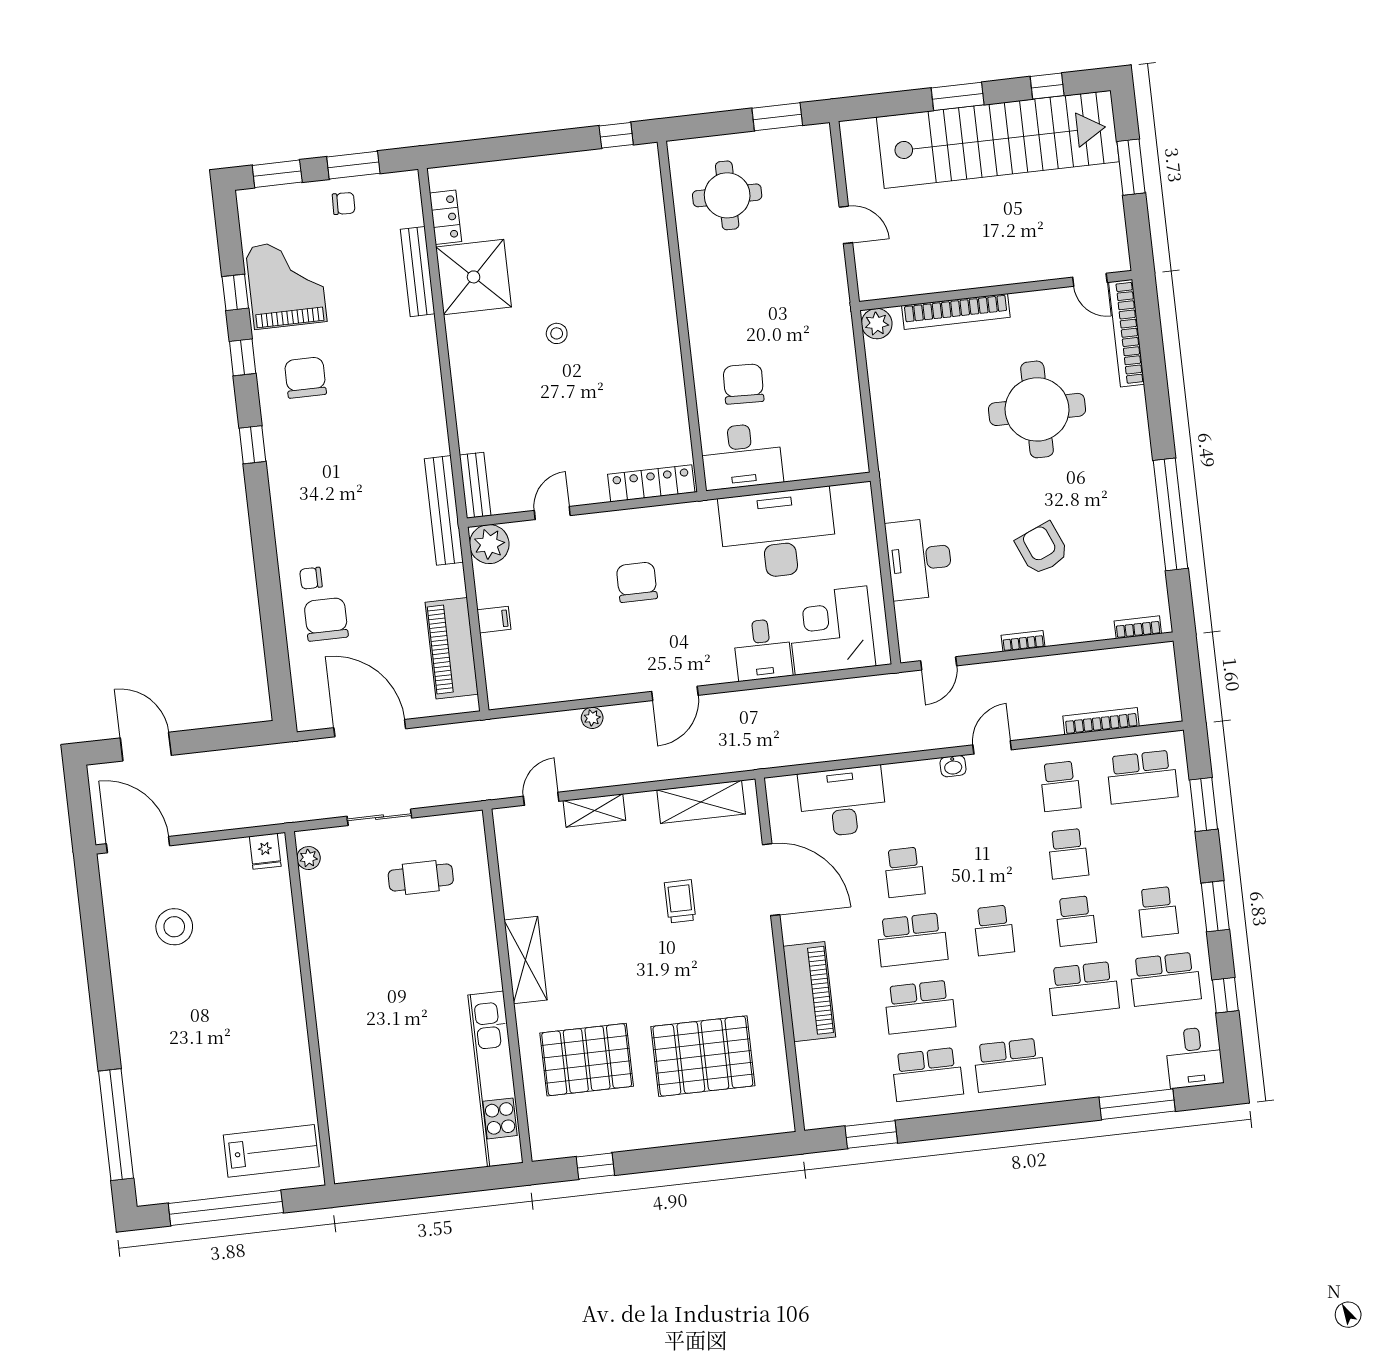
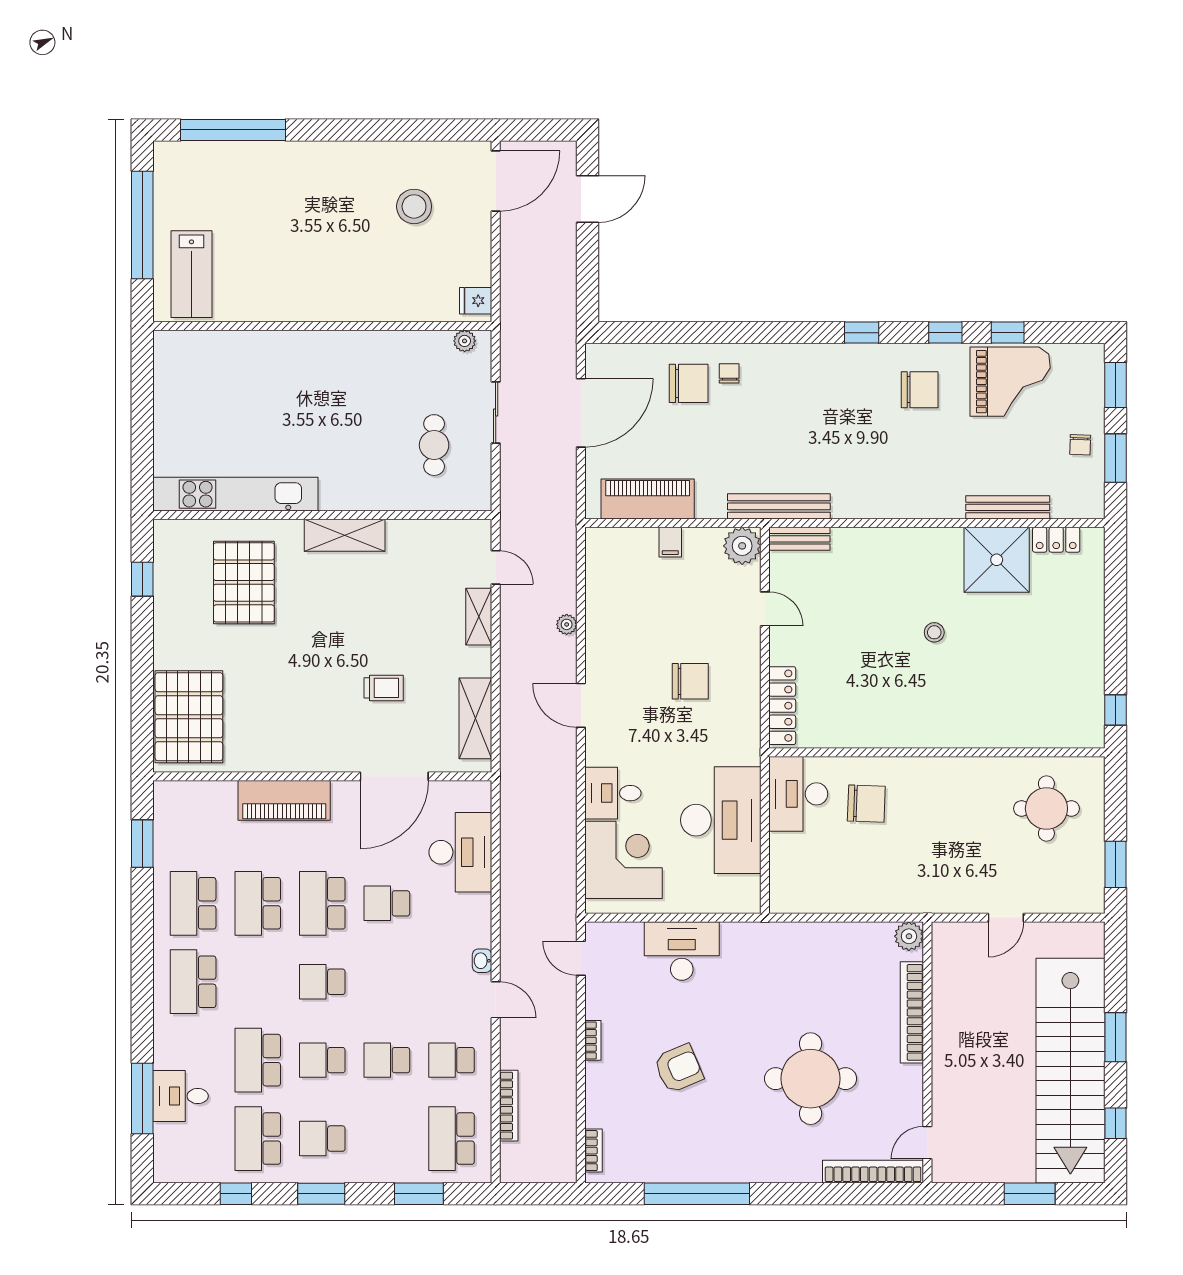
pallet: (703, 1056) -> (189, 717), moved
desk: (1194, 1057) -> (181, 1096), moved

